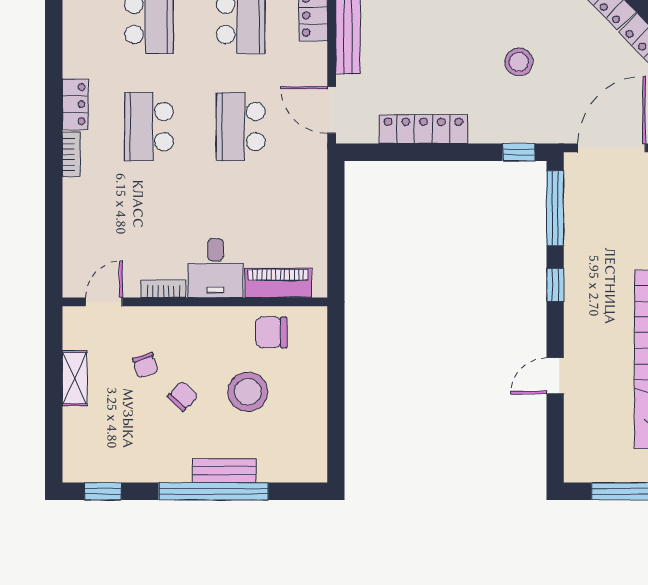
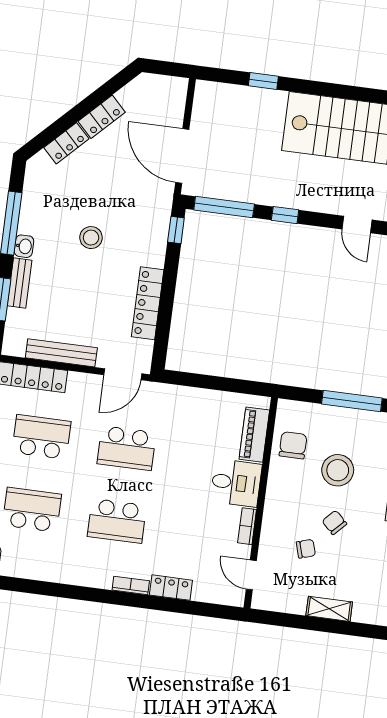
stool: (519, 62) -> (91, 238), moved
locker: (75, 104) -> (171, 588), moved
chair: (271, 332) -> (293, 445), turned 180
shelving: (75, 378) -> (329, 609), moved
window: (336, 398) -> (352, 401), added

